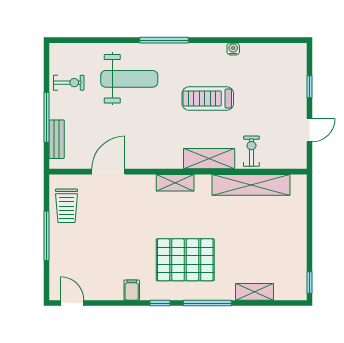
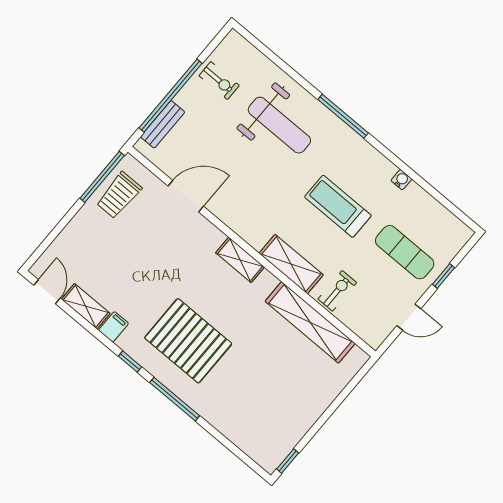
exercise mat: (273, 92) -> (405, 252), added
window: (47, 117) -> (171, 96), width x1.46
window: (47, 236) -> (102, 177), moved
shelving: (255, 292) -> (86, 306), moved

